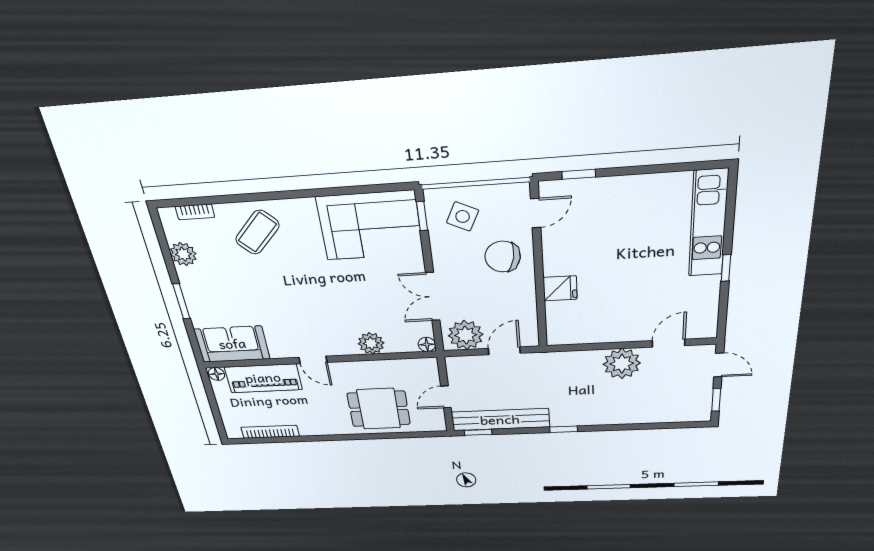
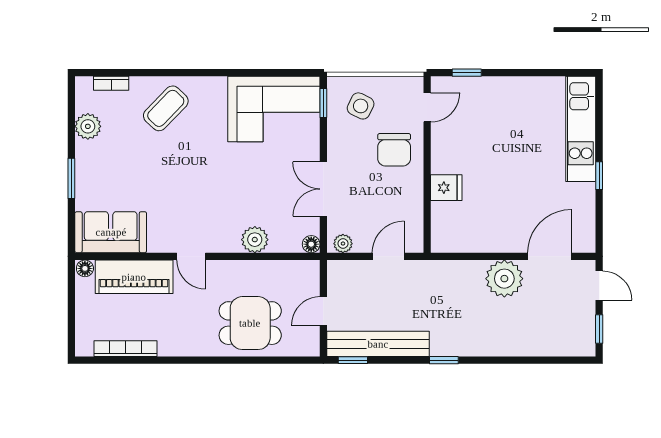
chair: (503, 257) -> (394, 150), turned -100
plant: (466, 335) -> (343, 244), width x0.53, depth x0.53
door: (669, 343) -> (549, 256), width x1.38

